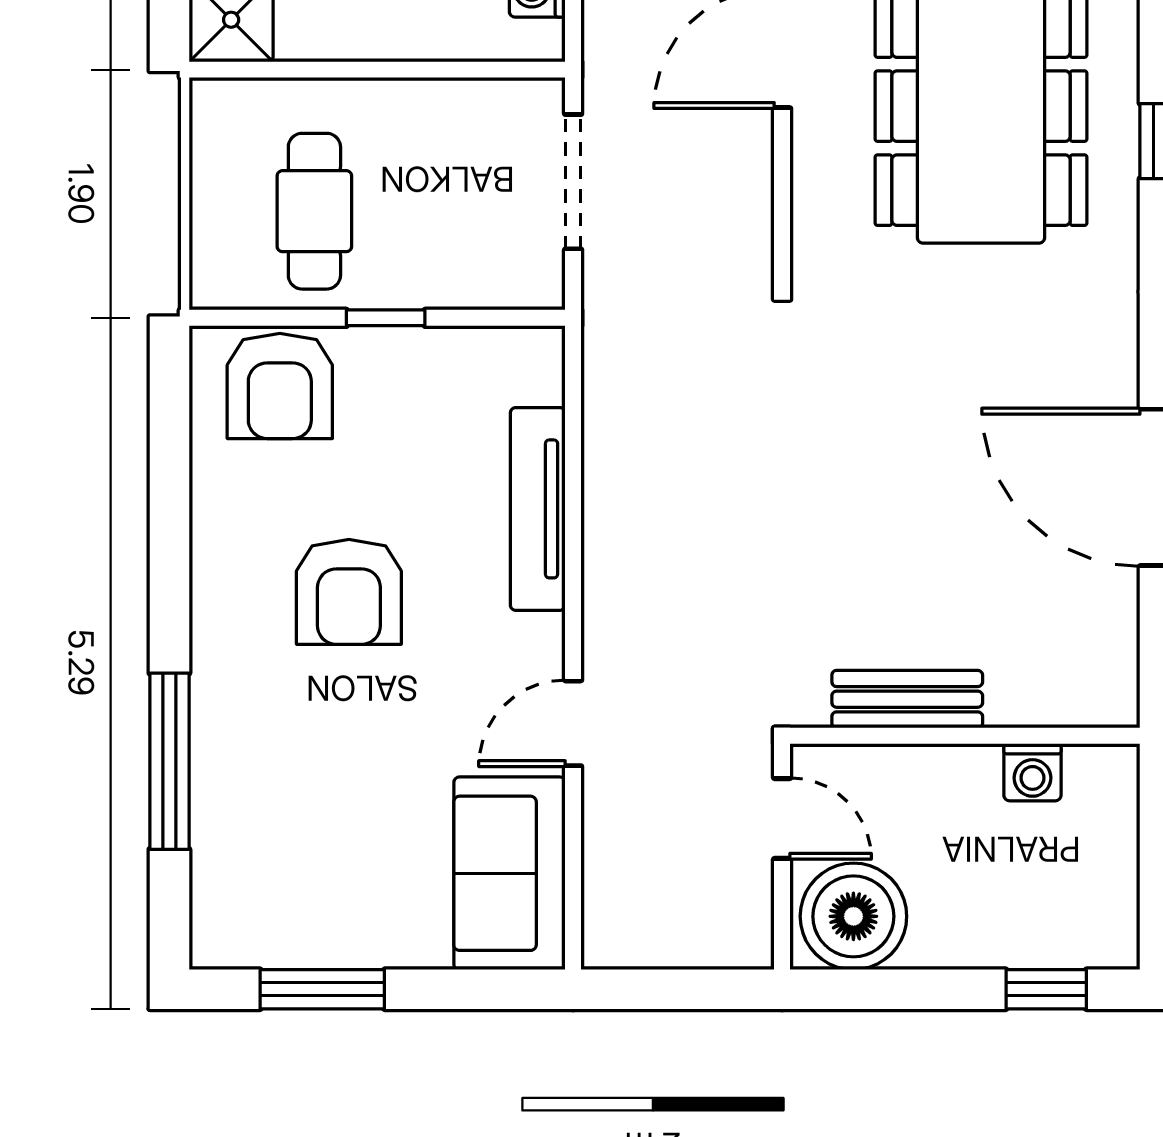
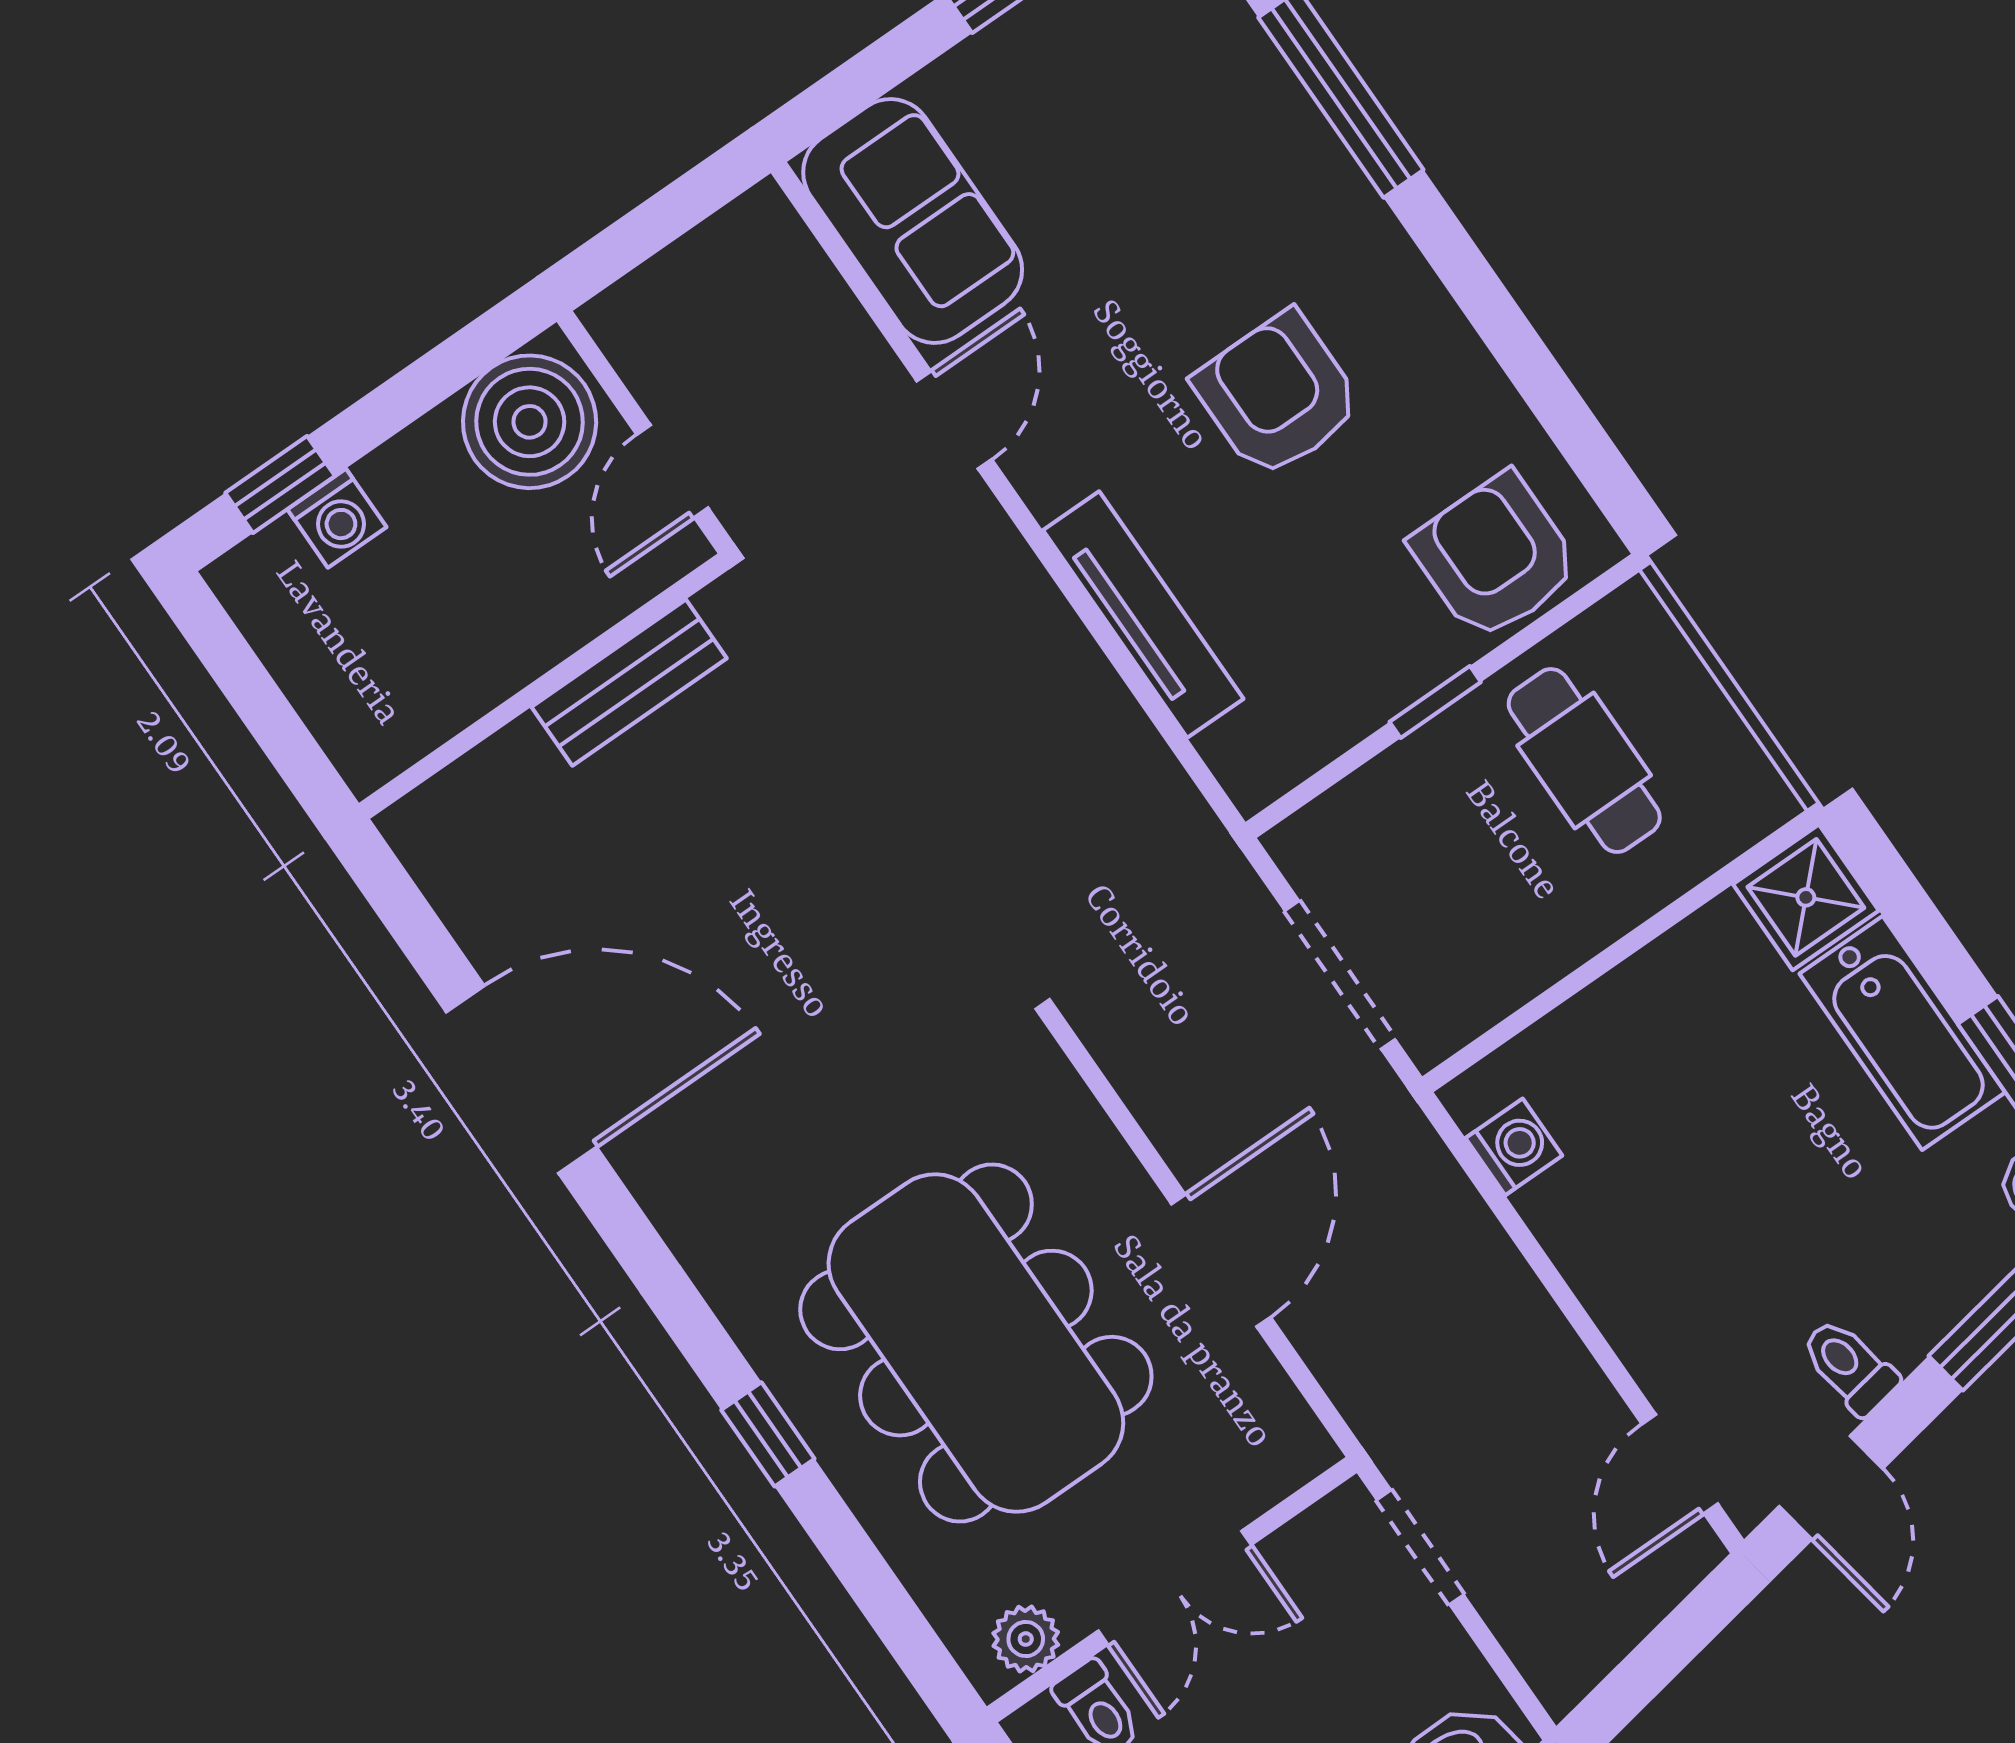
washing machine: (1032, 772) -> (337, 518), moved, turned 180
door: (782, 819) -> (672, 471), hinge flipped

